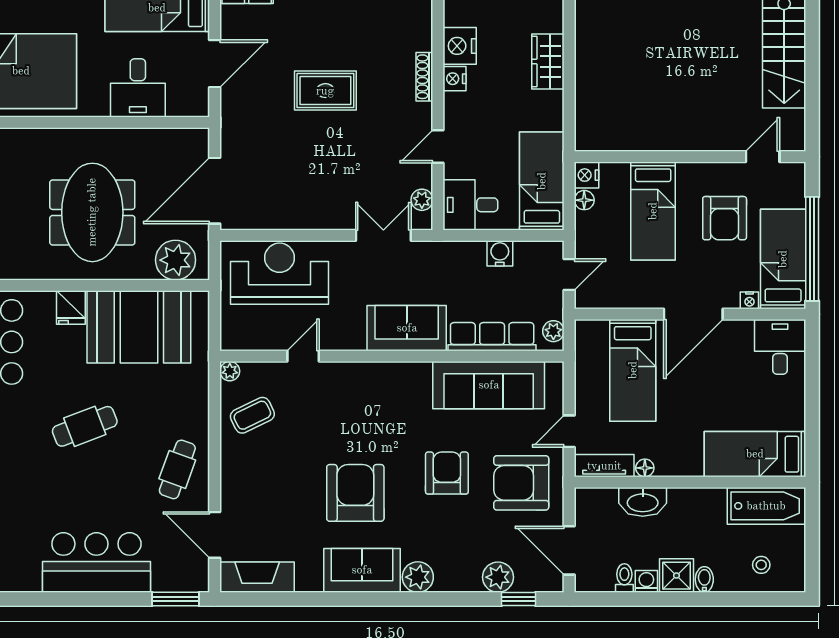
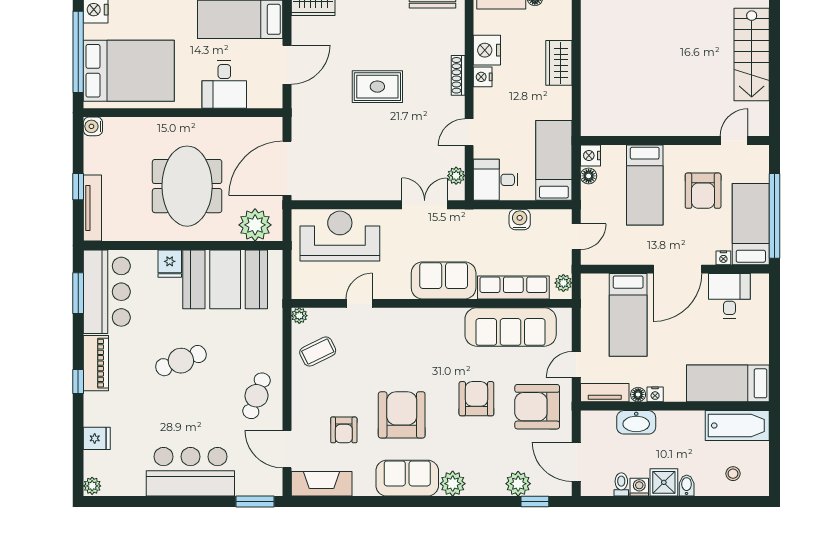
desk: (780, 347) -> (729, 296), moved
nightstand: (666, 468) -> (655, 394), added
armchair: (284, 511) -> (344, 430), added

